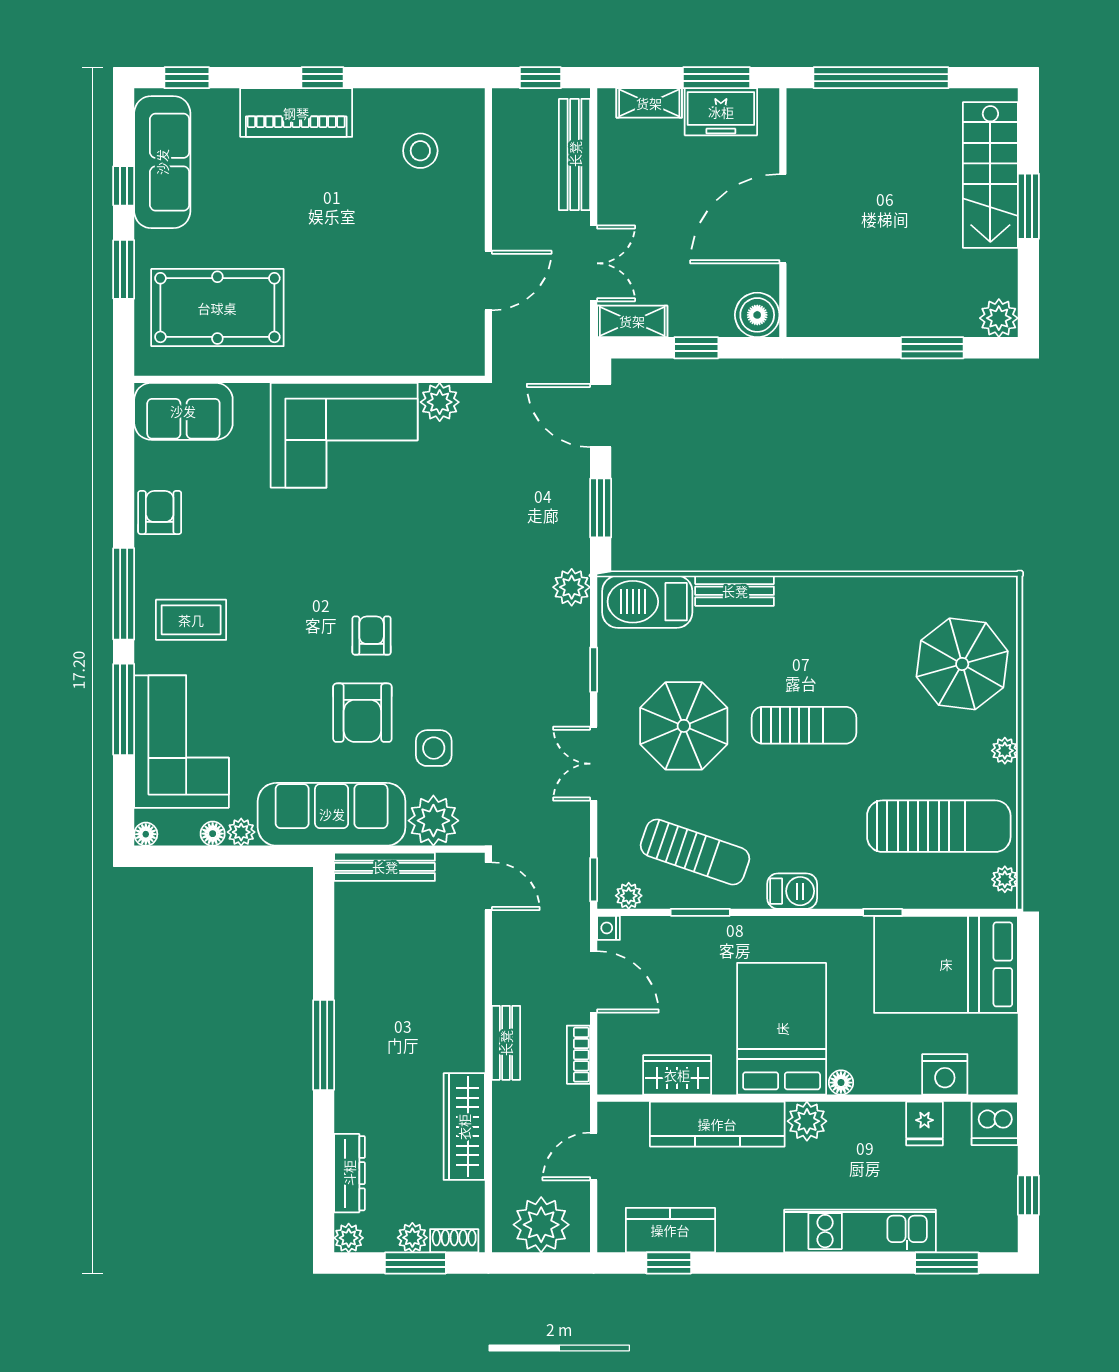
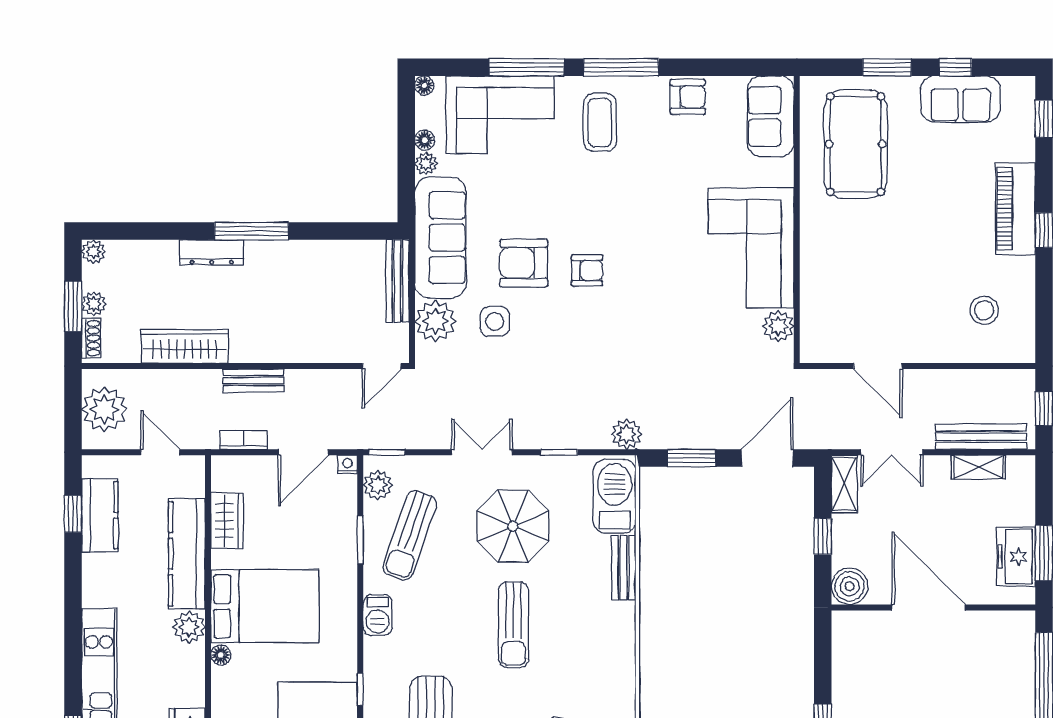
shelving: (649, 103) -> (978, 467), moved, turned 90
sofa: (162, 162) -> (960, 99), width x0.73
plant: (629, 896) -> (378, 485), width x1.38, depth x1.38
dresser: (349, 1173) -> (212, 252), moved

